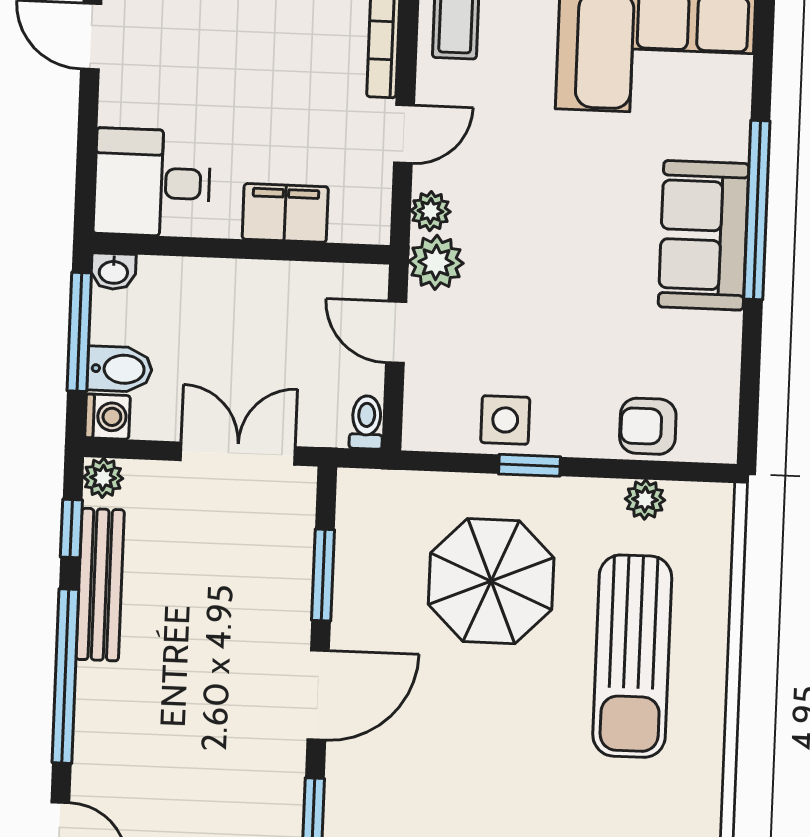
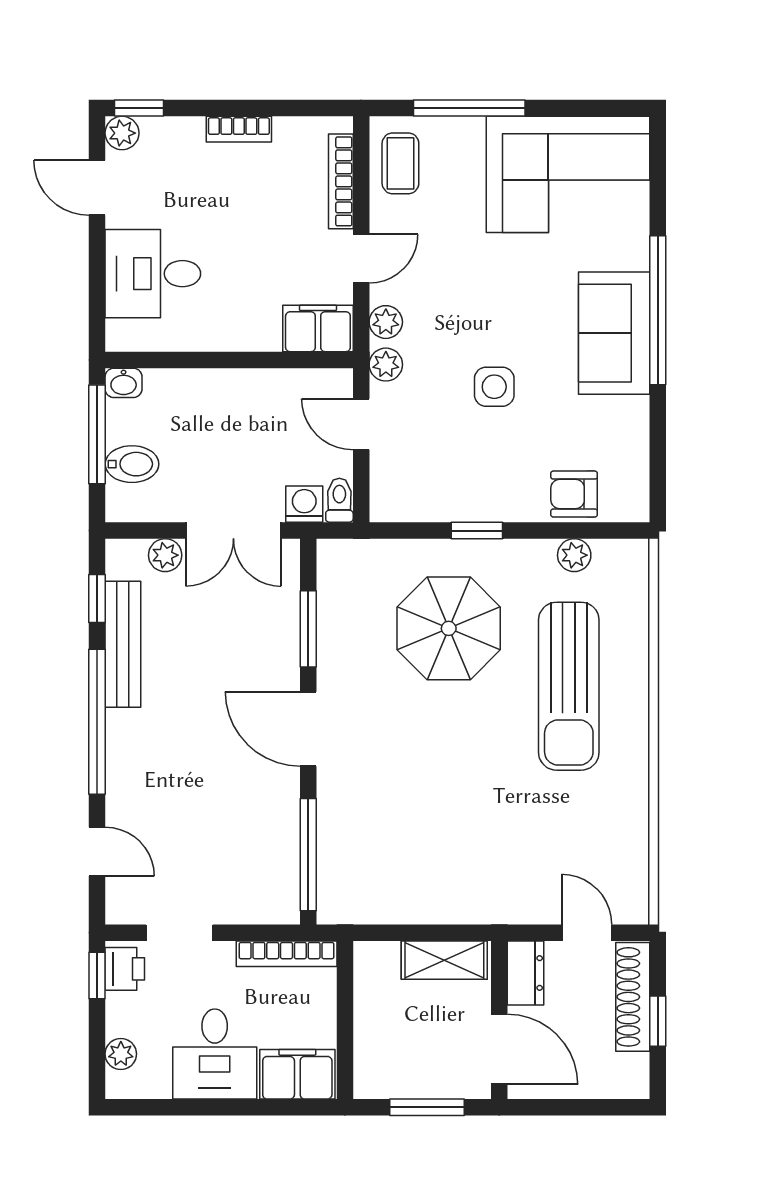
desk: (152, 183) -> (153, 274), moved
filing cabinet: (285, 213) -> (318, 328), moved
plant: (436, 262) -> (386, 365), width x0.73, depth x0.73
washing machine: (108, 417) -> (304, 504), moved, turned -90
side table: (505, 420) -> (494, 387), moved
double door: (238, 454) -> (233, 531), swing flipped
plant: (103, 478) -> (165, 555), moved
door: (318, 695) -> (308, 729), swing flipped

